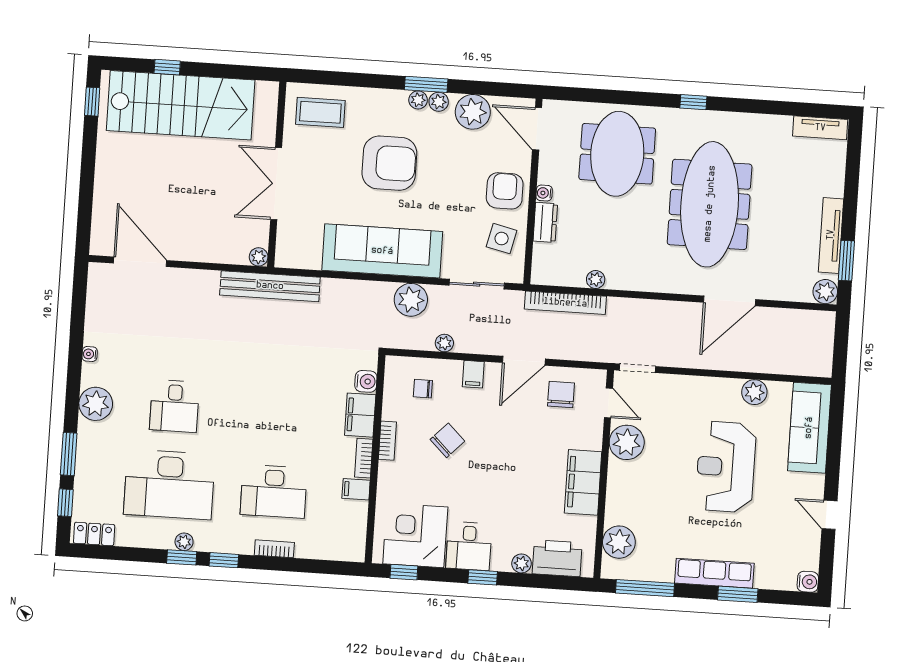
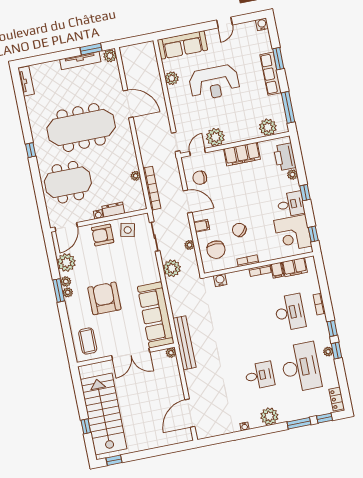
sofa: (382, 251) -> (156, 315), moved
chair: (423, 389) -> (216, 250), width x1.87, depth x1.87
filing cabinet: (360, 415) -> (295, 267), moved

